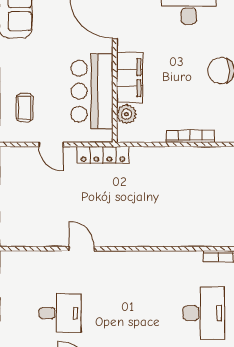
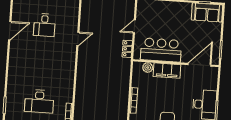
coffee table: (25, 108) -> (155, 14), removed
locker: (103, 155) -> (127, 49), width x0.66

